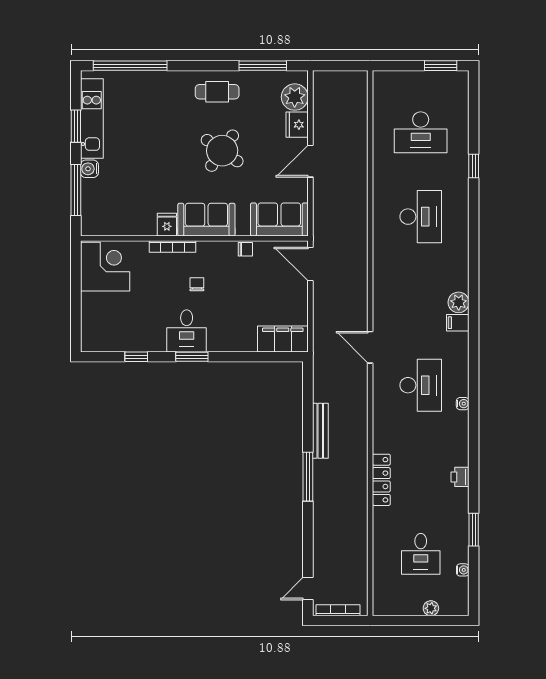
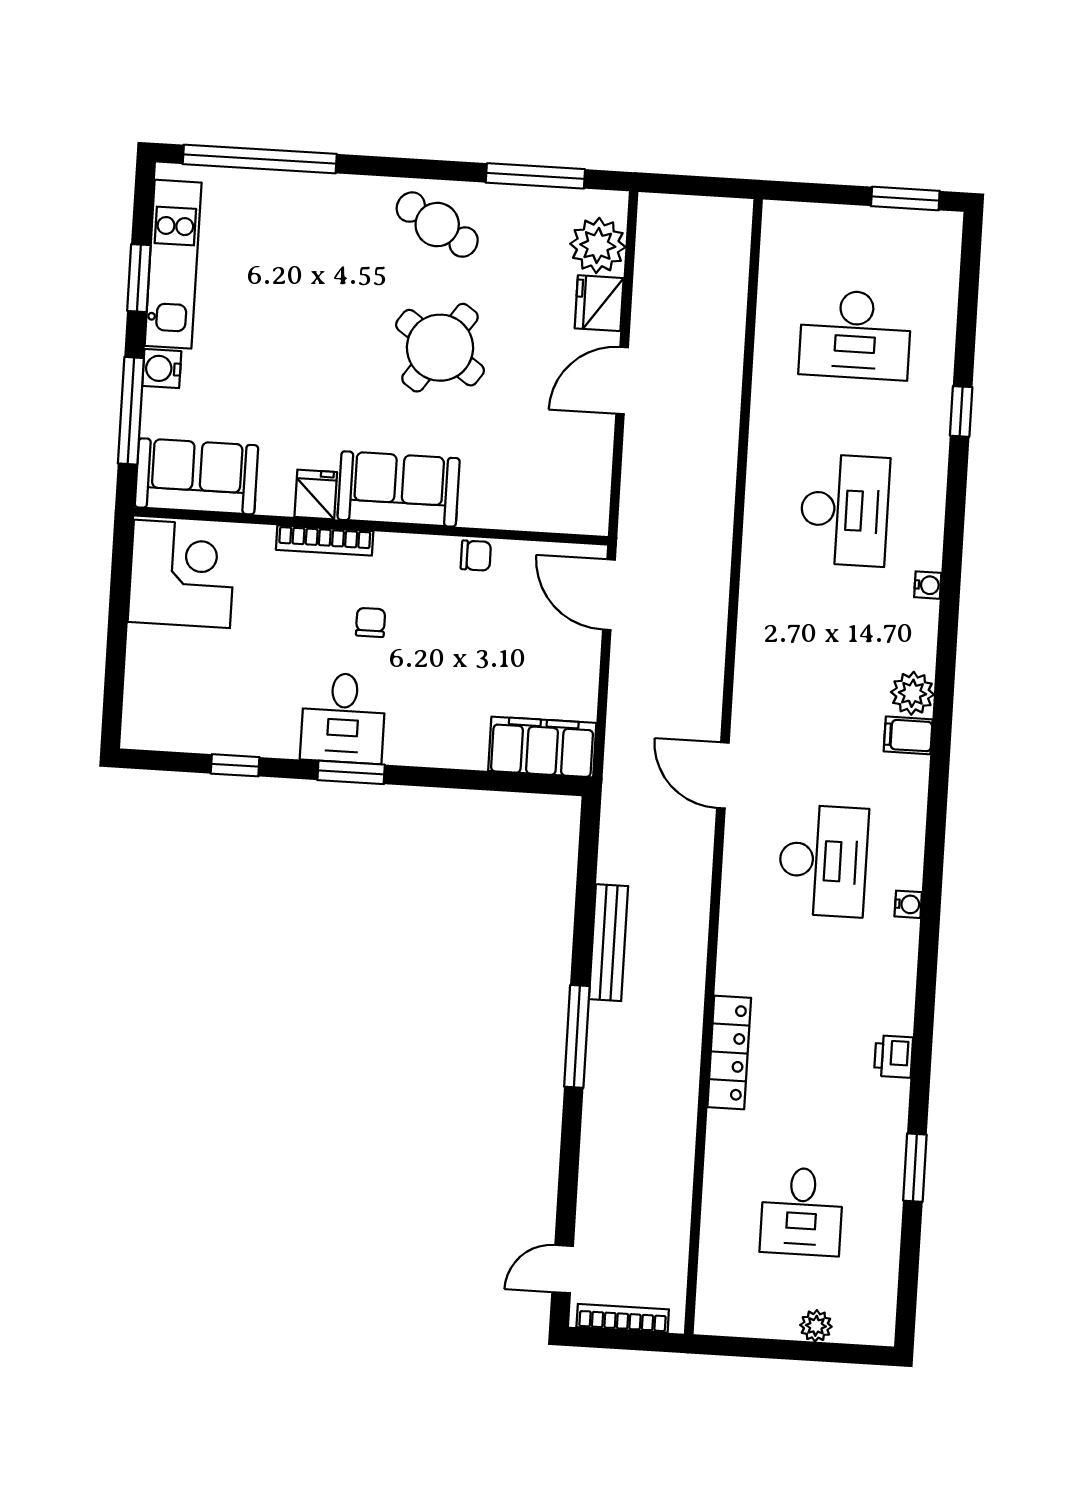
cafe table: (217, 92) -> (437, 225), turned 30
sofa: (279, 219) -> (197, 476), moved
water cooler: (463, 570) -> (928, 585), moved

